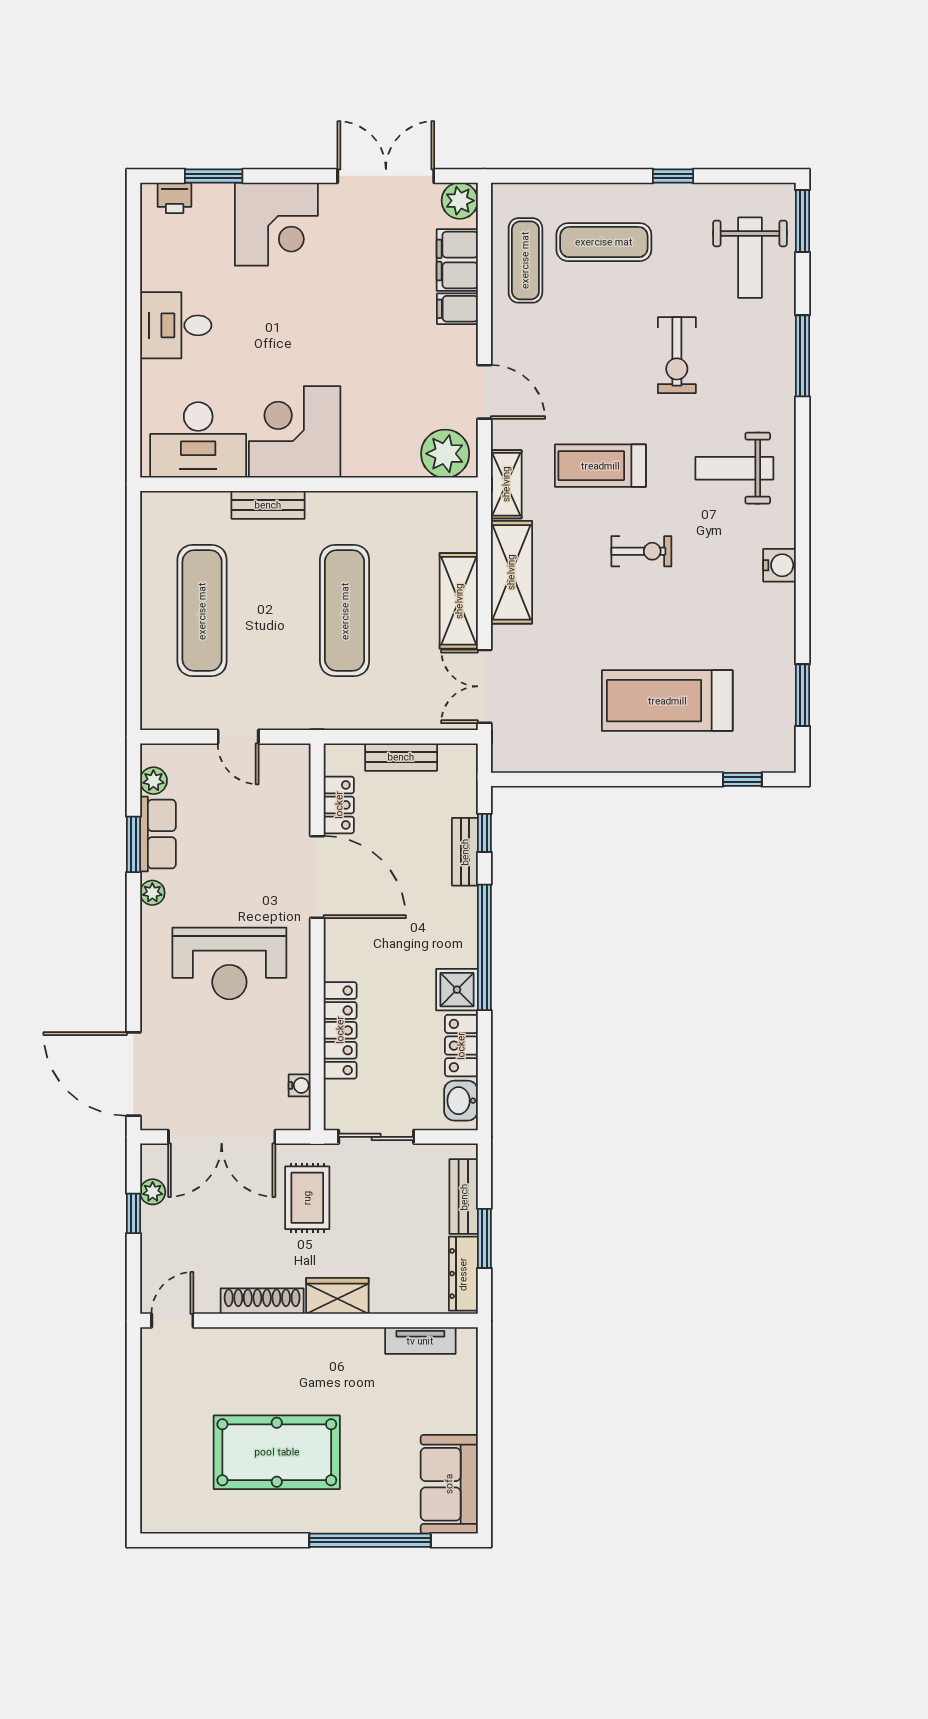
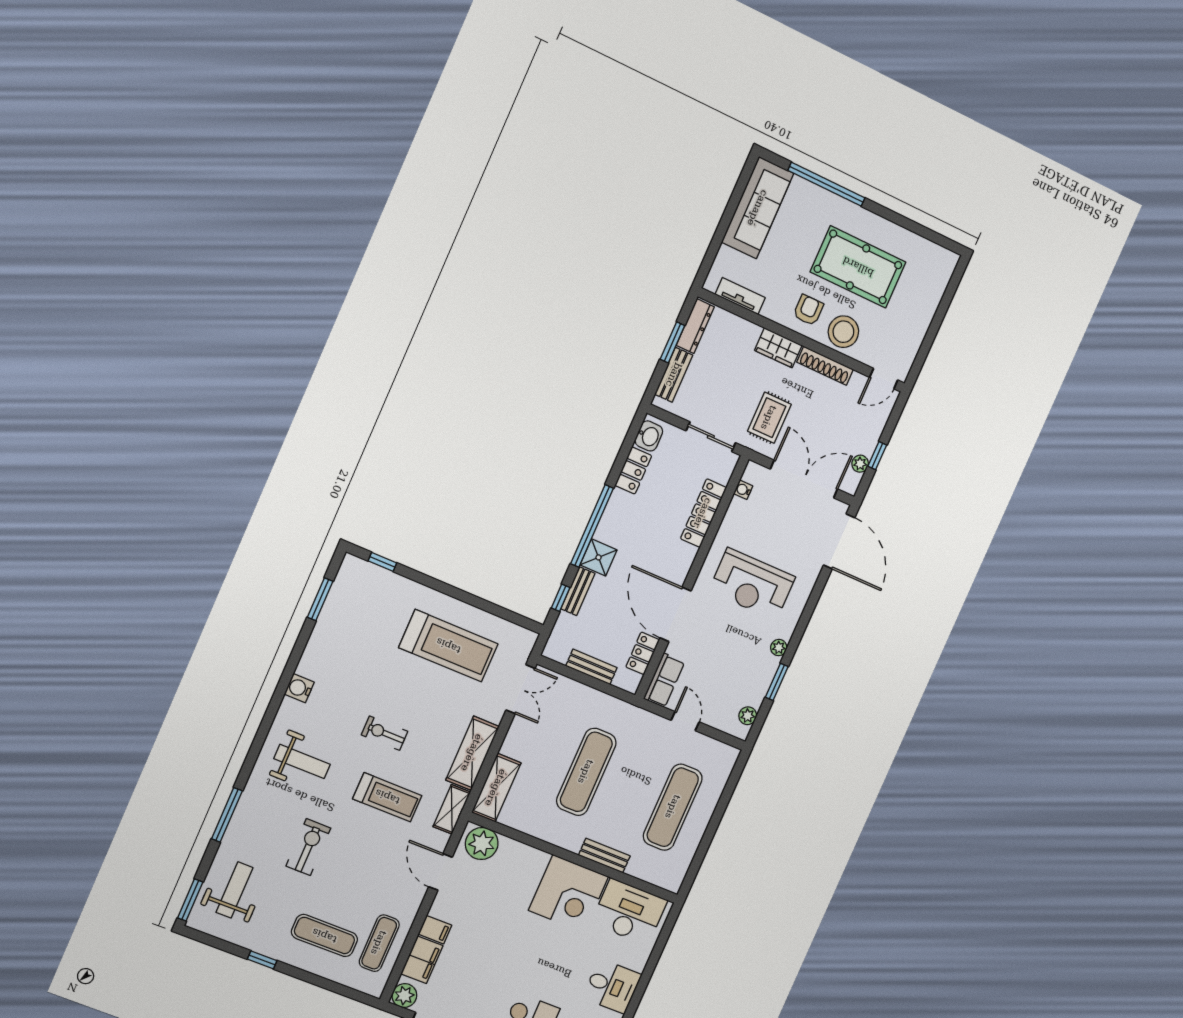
shelving: (459, 601) -> (496, 788), moved
treadmill: (667, 701) -> (448, 646), moved
row of seats: (158, 834) -> (664, 680), moved, turned 180
reception desk: (229, 963) -> (752, 584), turned 180
shower: (457, 990) -> (598, 557), moved
stool: (257, 1358) -> (843, 332), added
armchair: (319, 1364) -> (808, 310), added
sofa: (449, 1484) -> (758, 208), width x1.36

